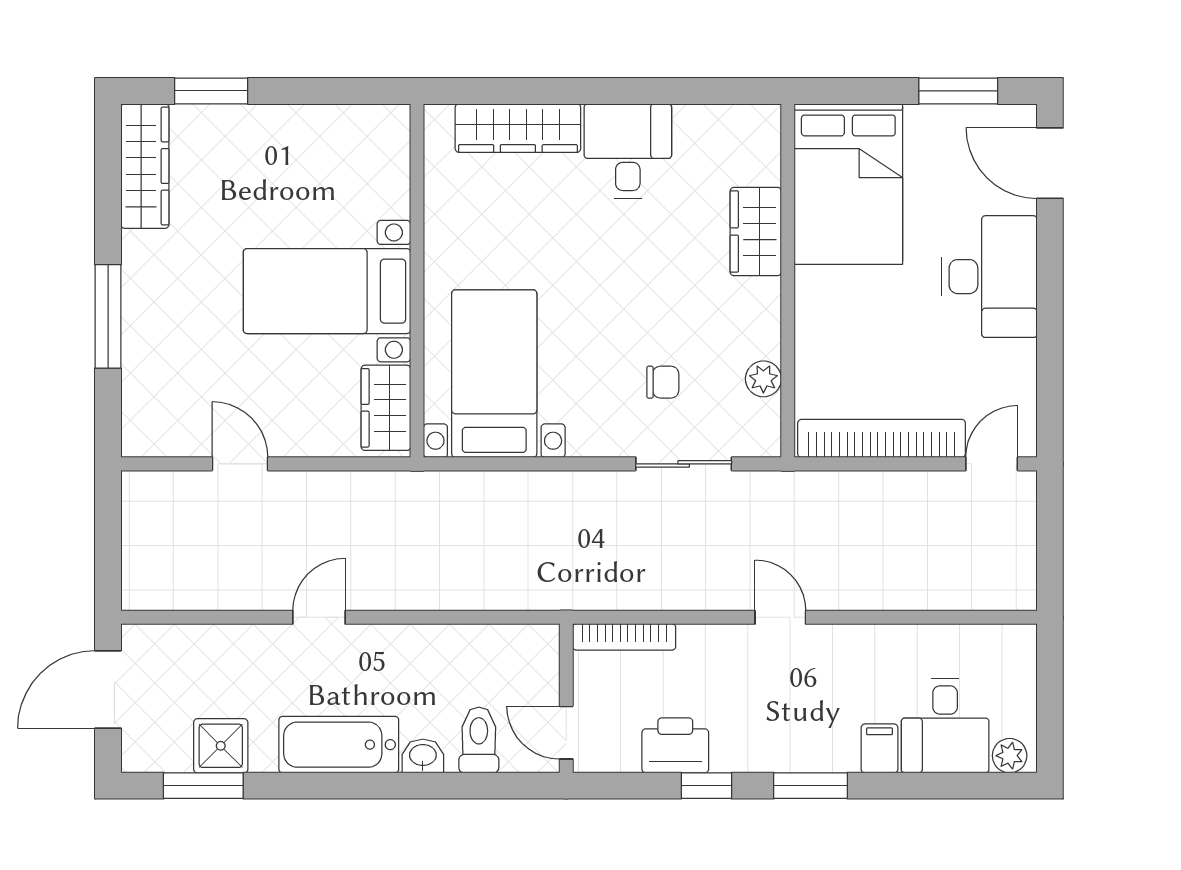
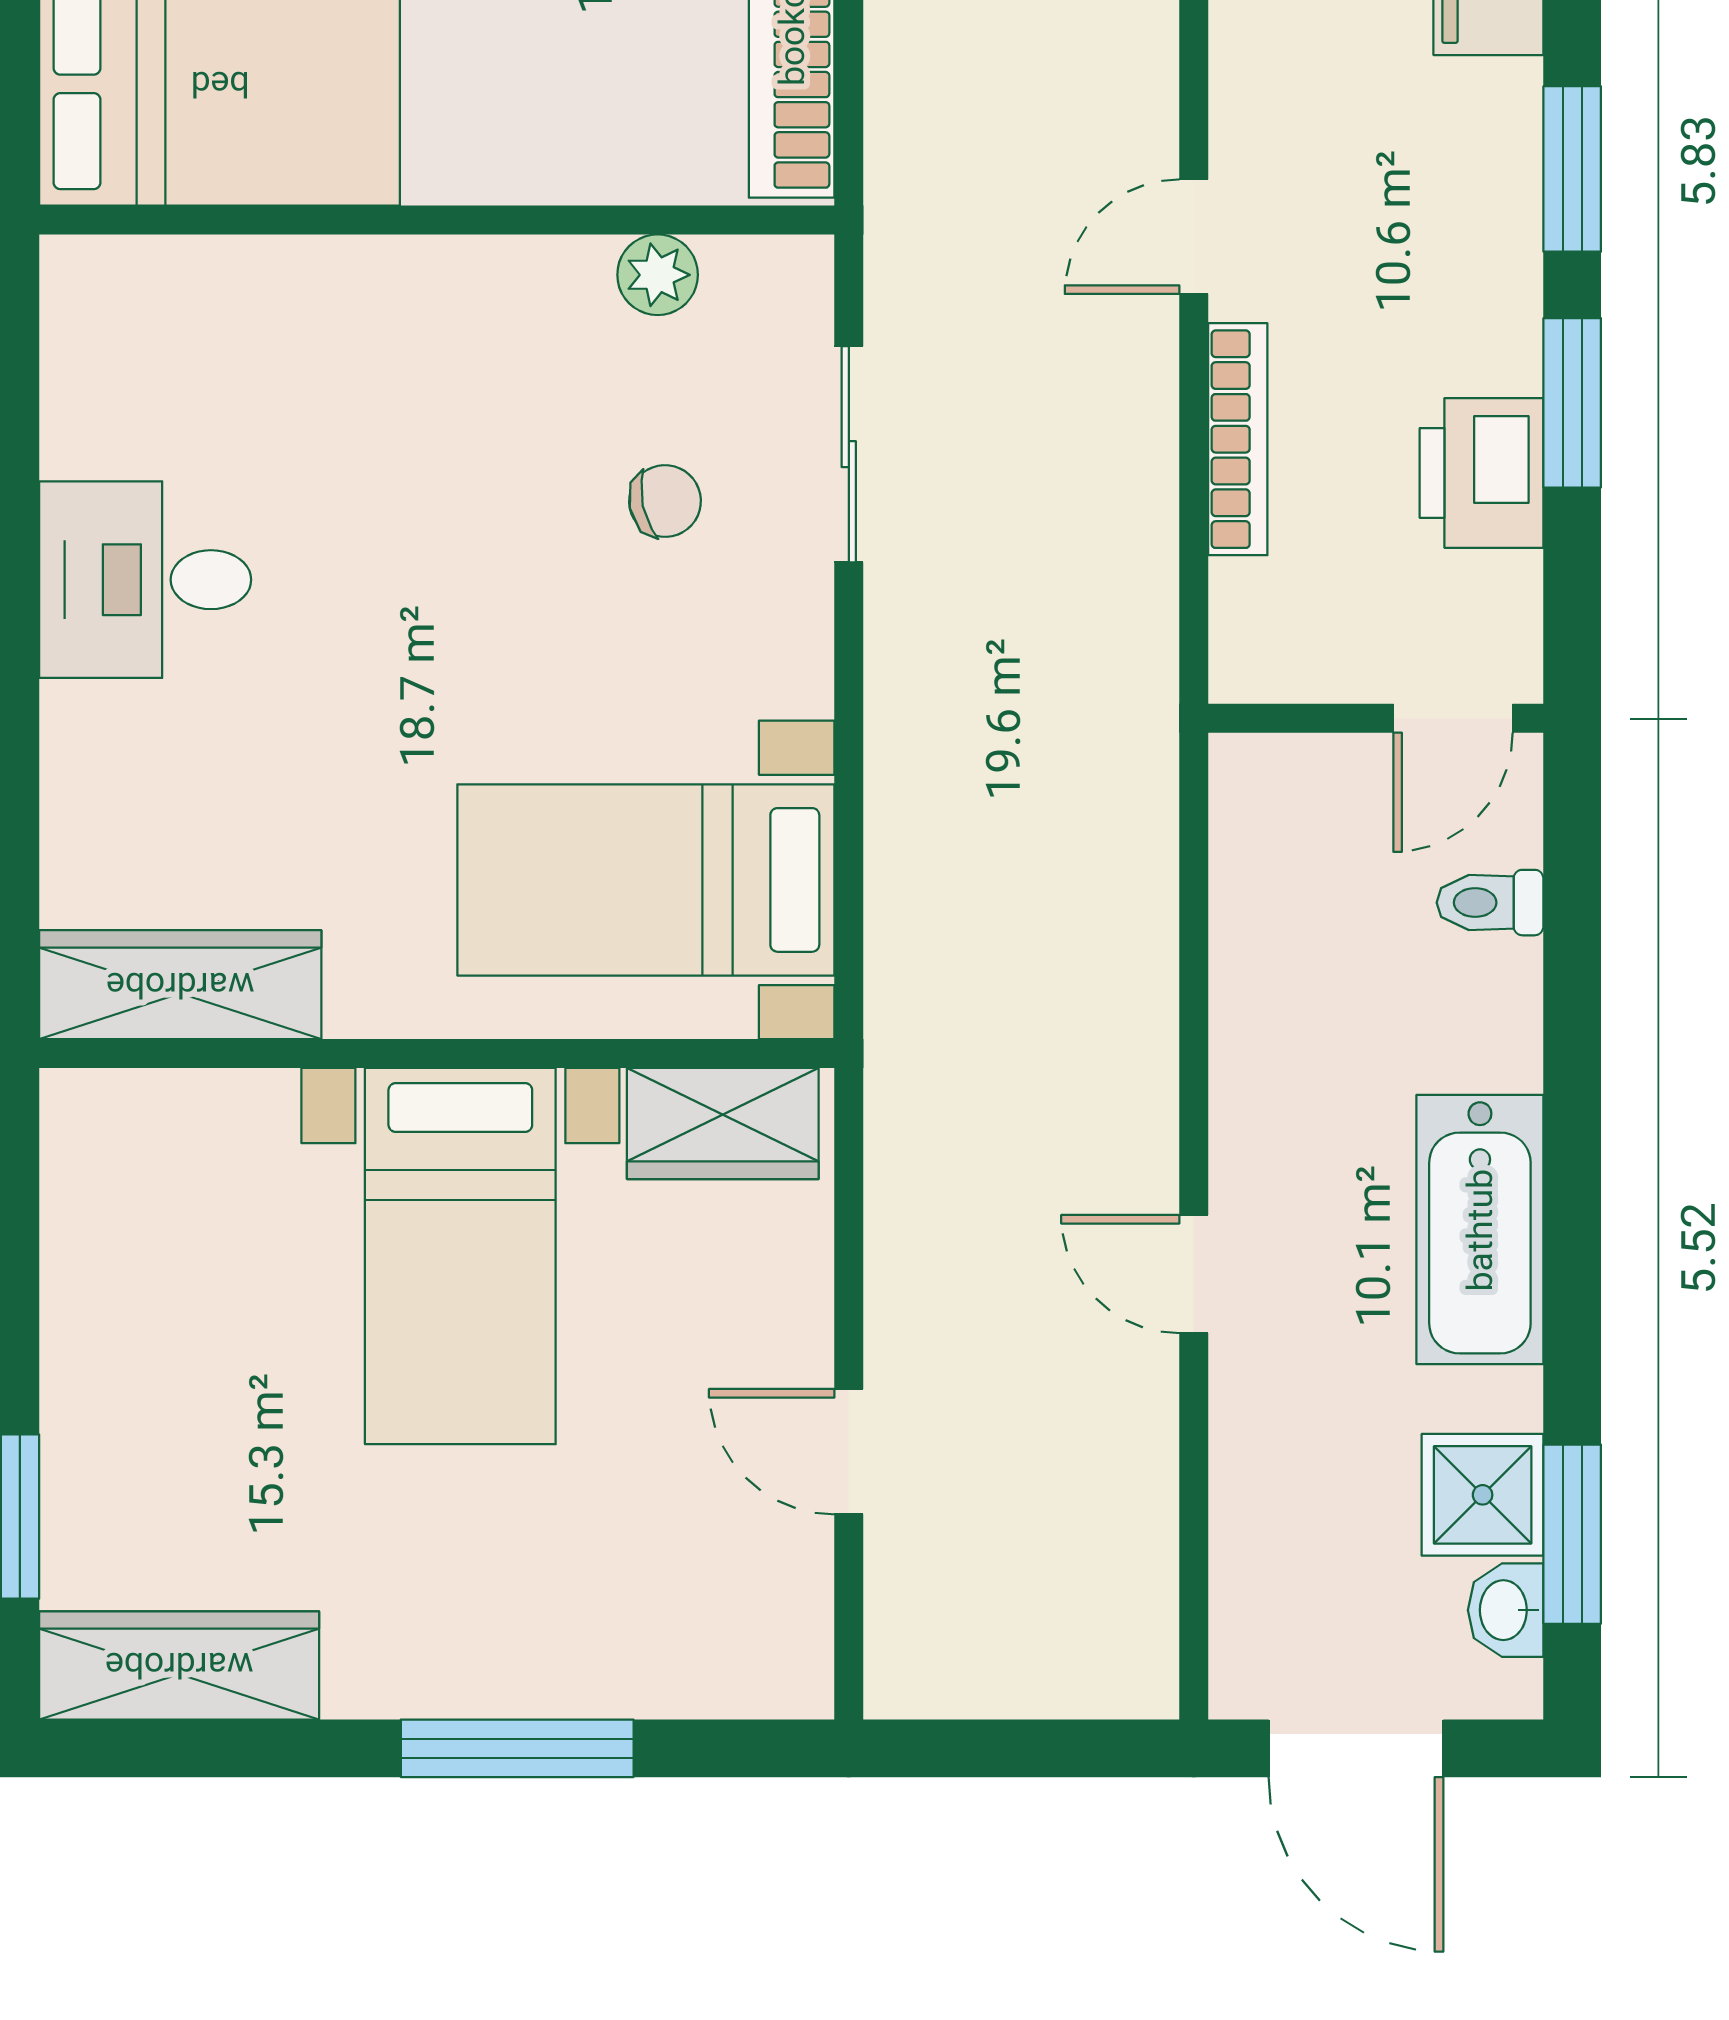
wardrobe: (518, 128) -> (180, 985), moved, turned -90
wardrobe: (756, 231) -> (326, 292), removed
chair: (663, 382) -> (665, 501), turned 78
door: (240, 464) -> (849, 1452), hinge flipped
bookcase: (624, 637) -> (1238, 439), moved
toilet: (479, 740) -> (1490, 903), width x0.73, depth x0.72
washbasin: (423, 756) -> (1506, 1610), moved
window: (706, 786) -> (1572, 403), width x1.50

